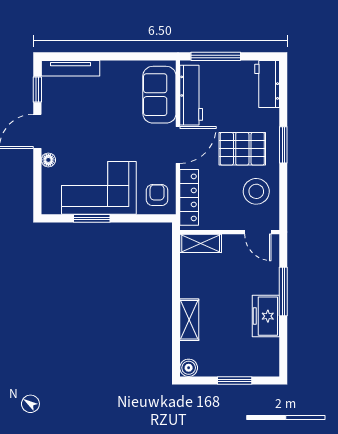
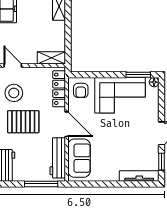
door: (178, 145) -> (67, 124), swing flipped
floor lamp: (48, 160) -> (154, 82), moved
window: (92, 218) -> (138, 75), moved

